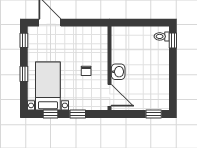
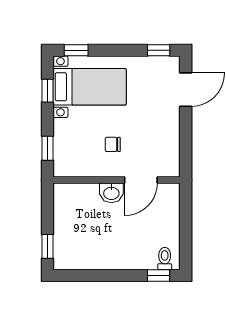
window: (24, 74) -> (76, 50), moved
door: (110, 95) -> (141, 180), moved
window: (78, 114) -> (48, 148), moved

